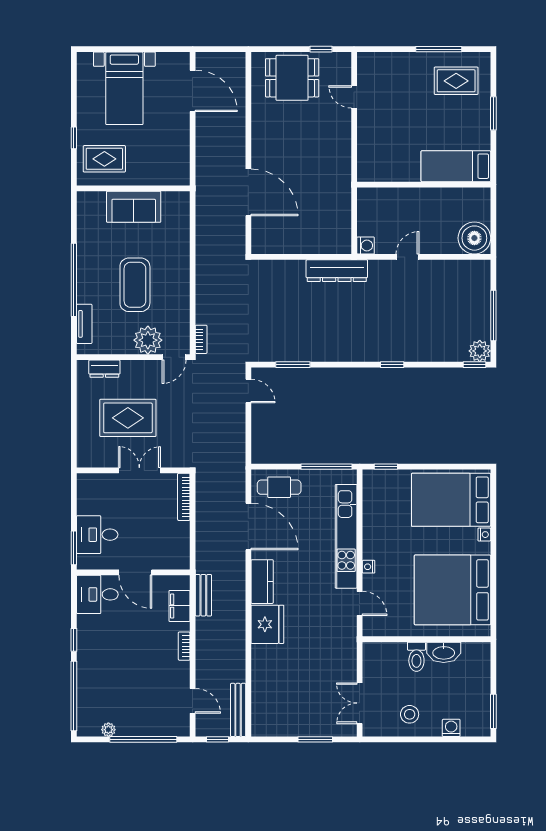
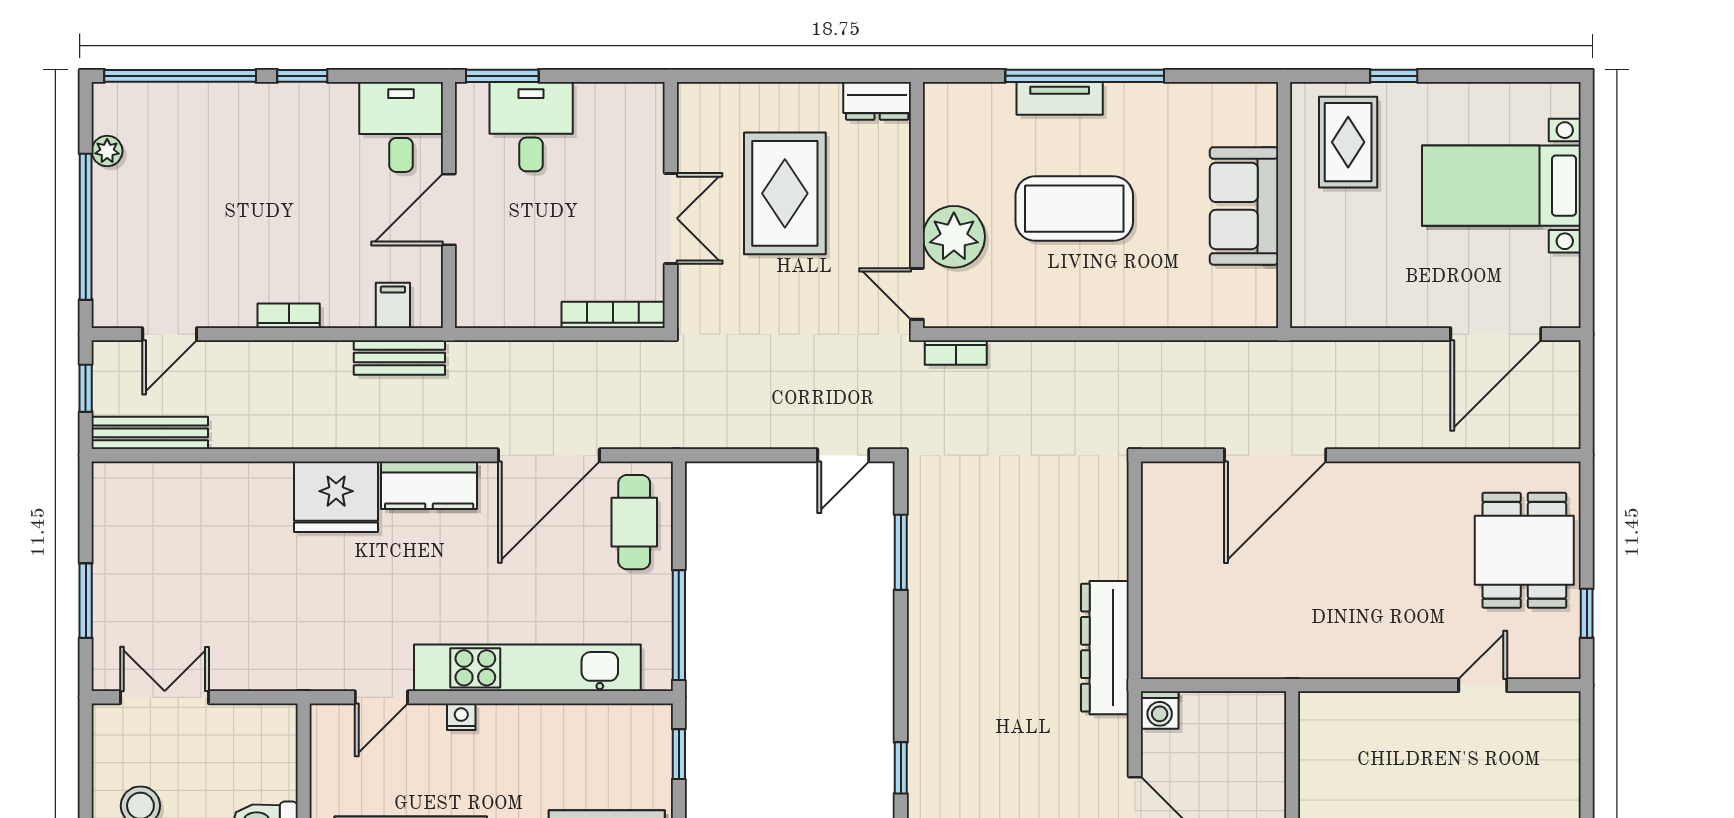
tv unit: (84, 324) -> (1060, 98), moved
dresser: (104, 369) -> (877, 101), moved, turned -90
filing cabinet: (179, 606) -> (393, 305), width x0.50

